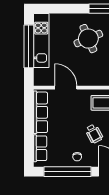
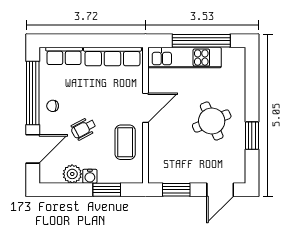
kitchen unit: (41, 41) -> (184, 58), moved
door: (66, 88) -> (146, 108), moved

